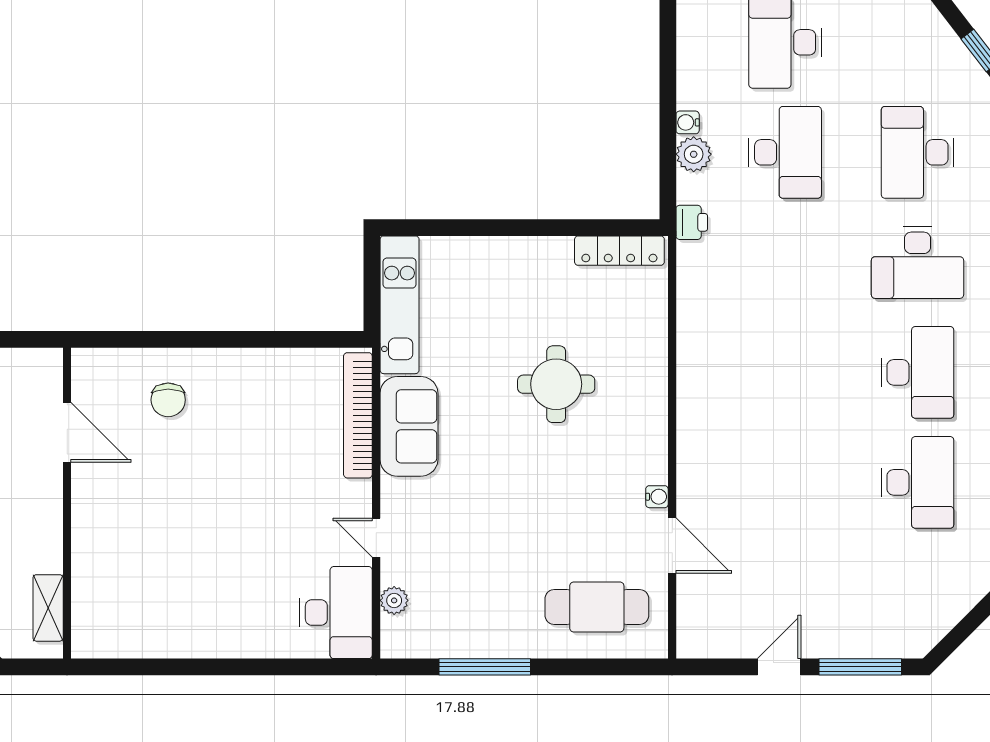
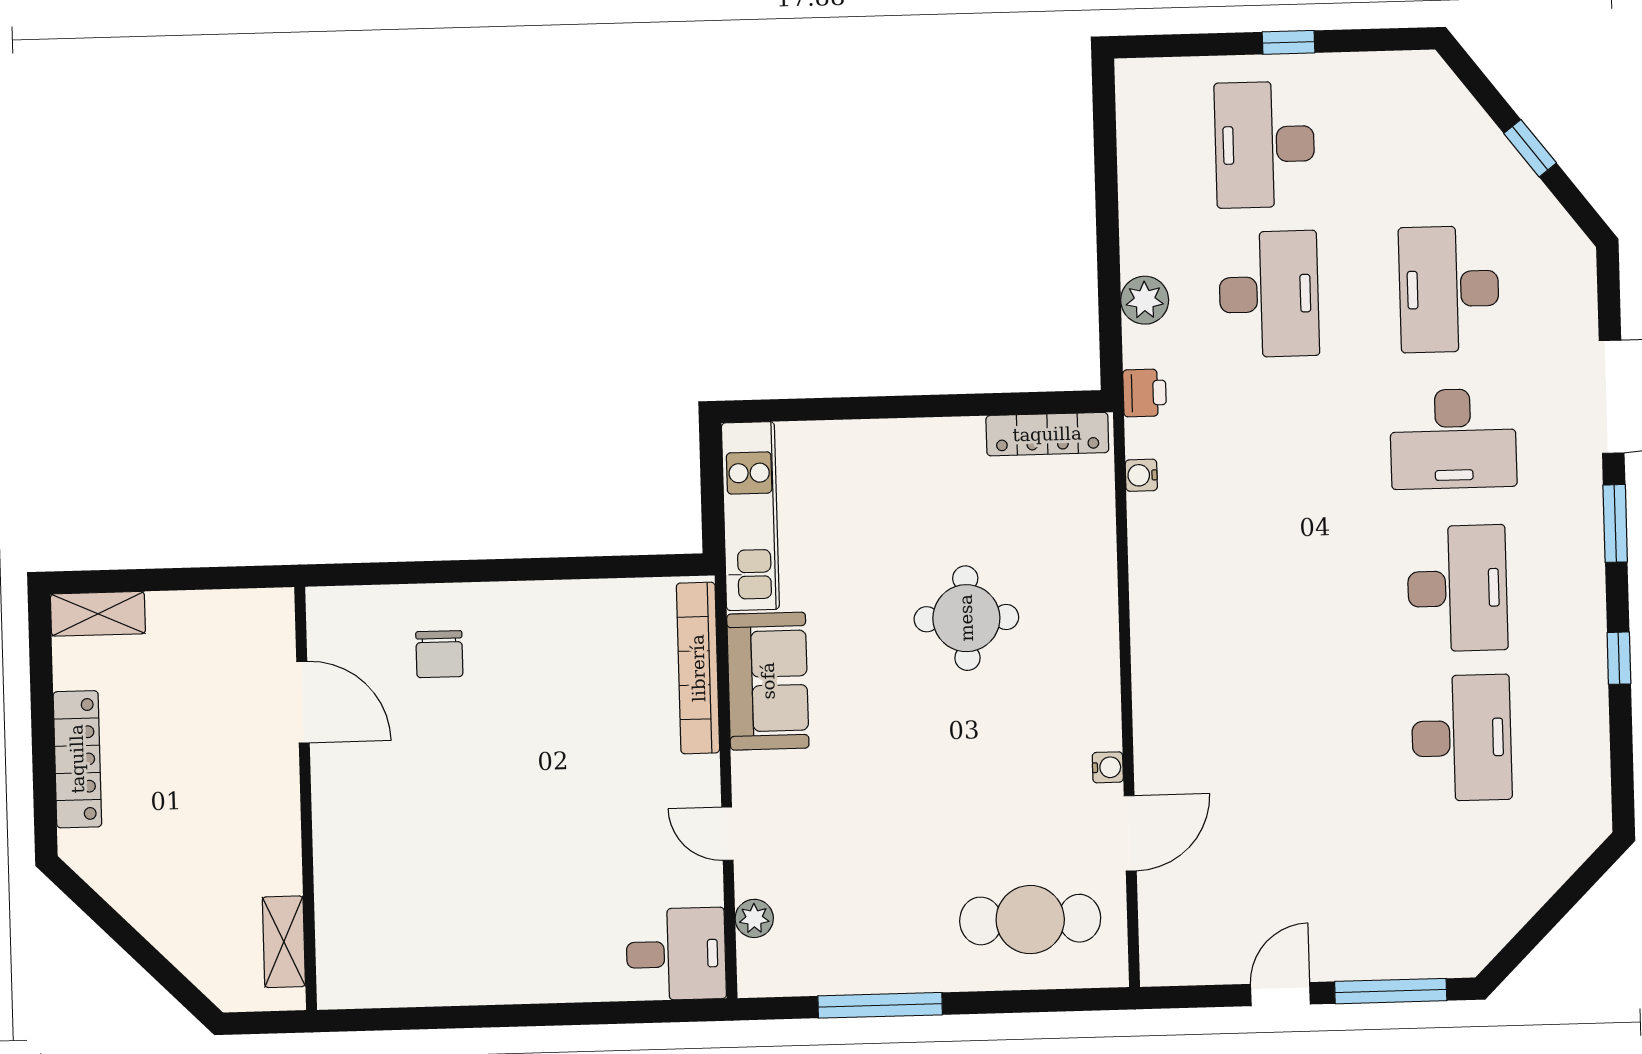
water cooler: (688, 122) -> (1141, 475), moved
door: (672, 546) -> (1130, 833), hinge flipped
desk: (336, 613) -> (676, 954), width x0.73

